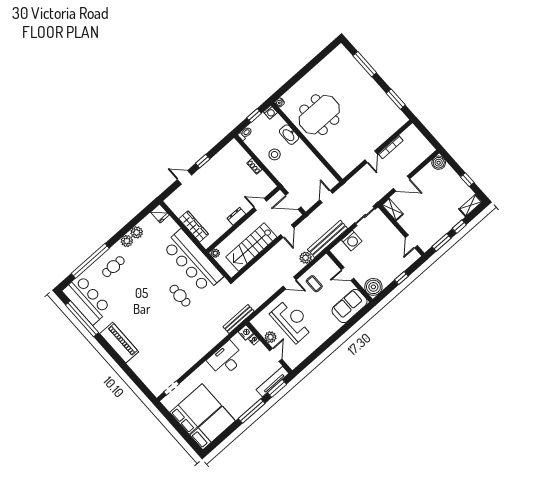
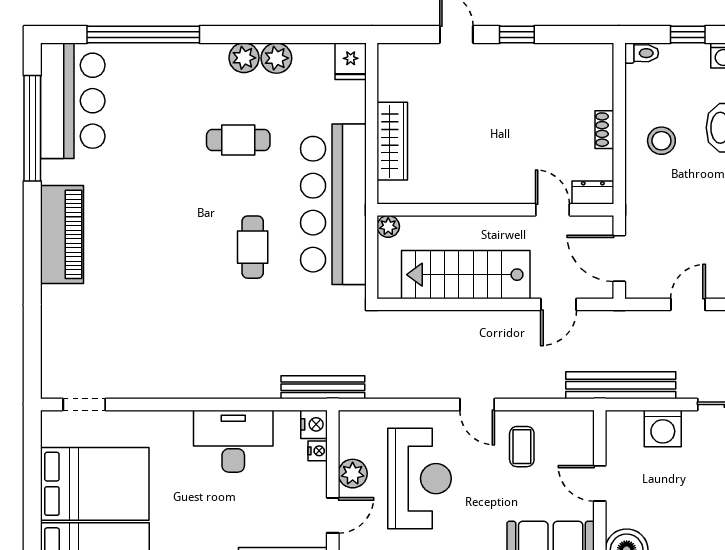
dresser: (236, 216) -> (593, 193), moved
plant: (306, 258) -> (549, 384), removed
cafe table: (113, 267) -> (238, 140), moved

